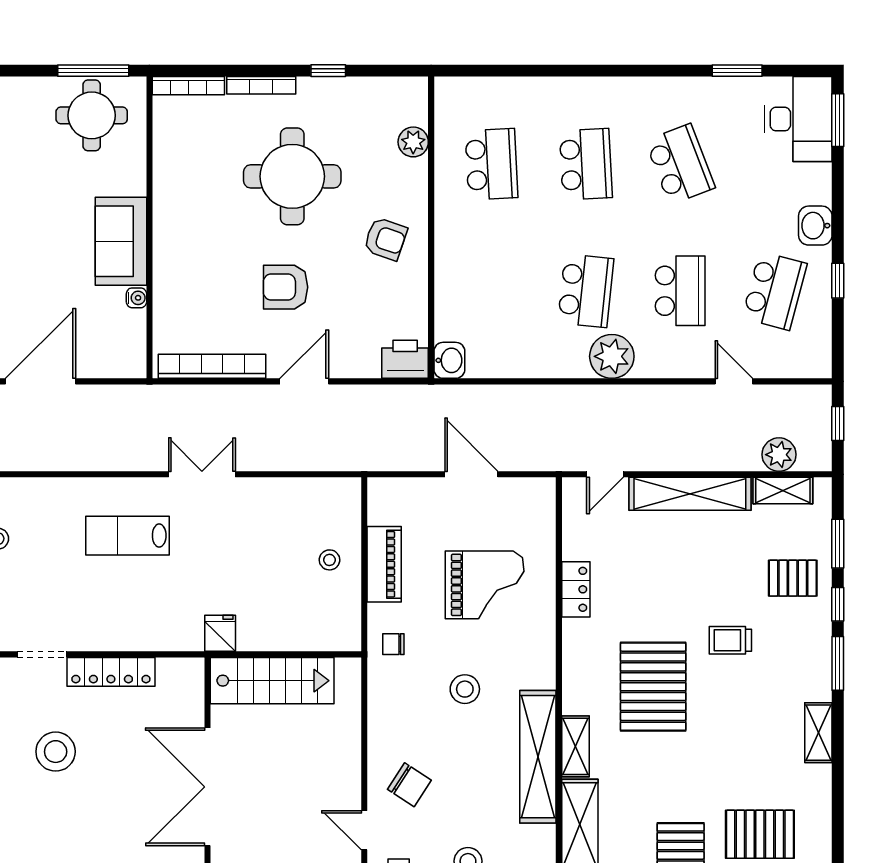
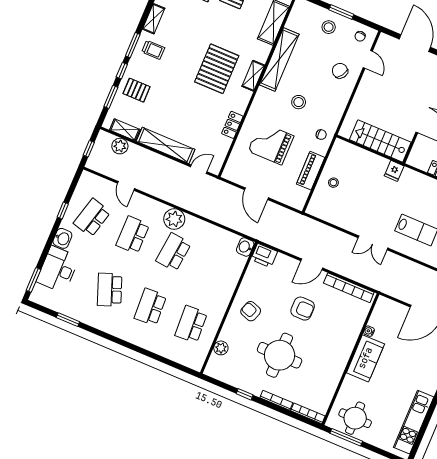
desk: (798, 119) -> (58, 269), moved
trolley: (730, 640) -> (153, 50), moved
shelving: (576, 746) -> (253, 76), moved

